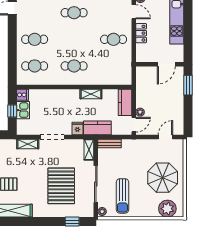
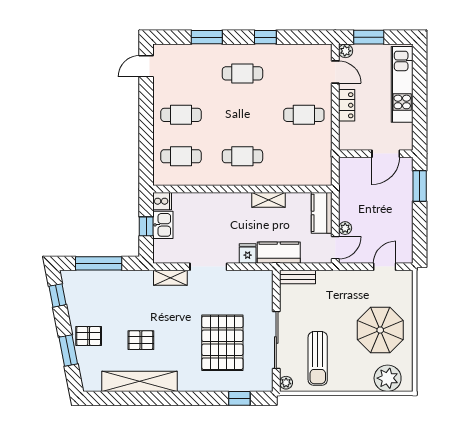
shelving: (89, 150) -> (265, 286), removed

